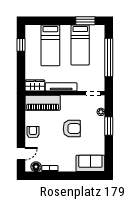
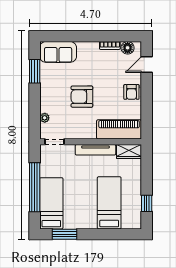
bed: (80, 45) -> (51, 203), moved
window: (109, 126) -> (35, 71), moved

